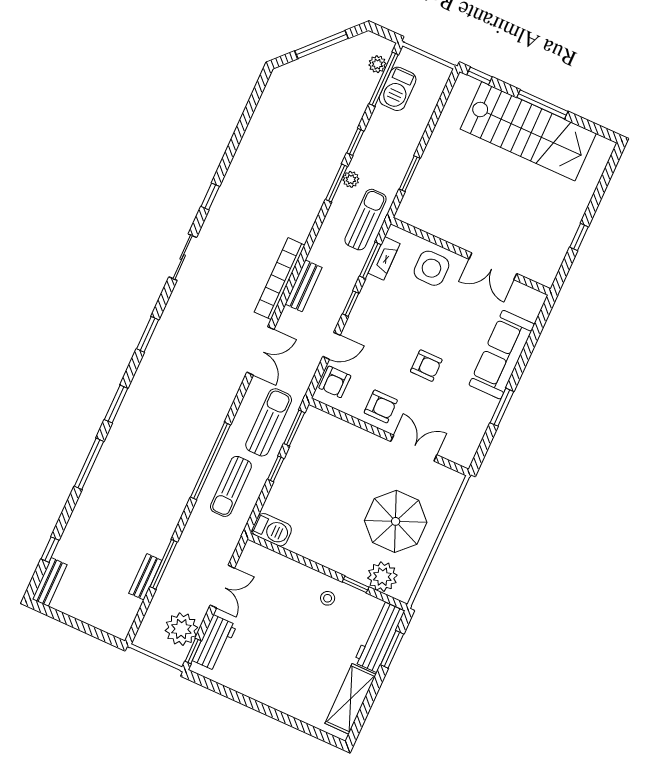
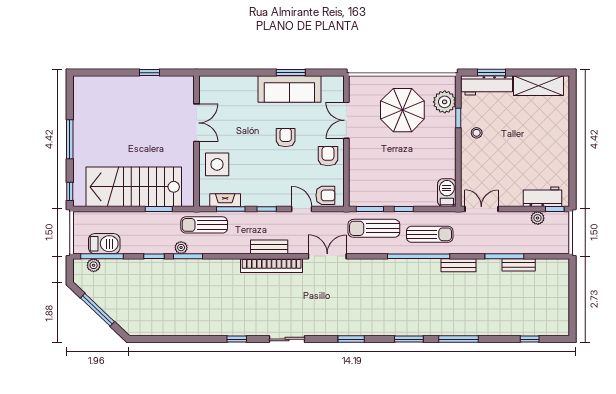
stairs: (528, 131) -> (134, 187), moved, turned -90
sofa: (502, 355) -> (289, 89), moved
bench: (50, 582) -> (459, 265), moved
double door: (222, 587) -> (481, 209), moved
plant: (181, 629) -> (538, 218), width x0.53, depth x0.53

